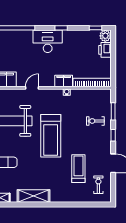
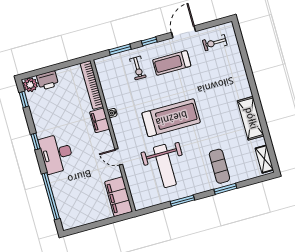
treadmill: (78, 169) -> (172, 63), moved

